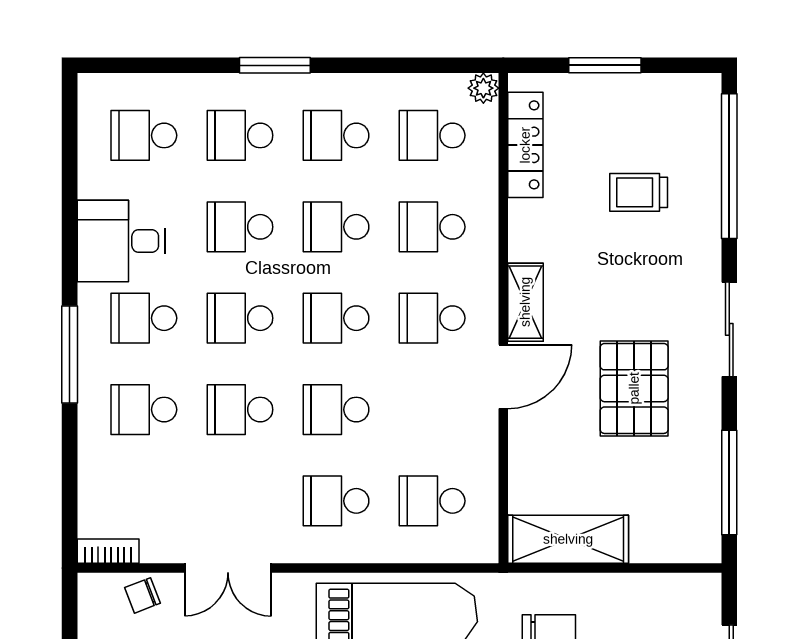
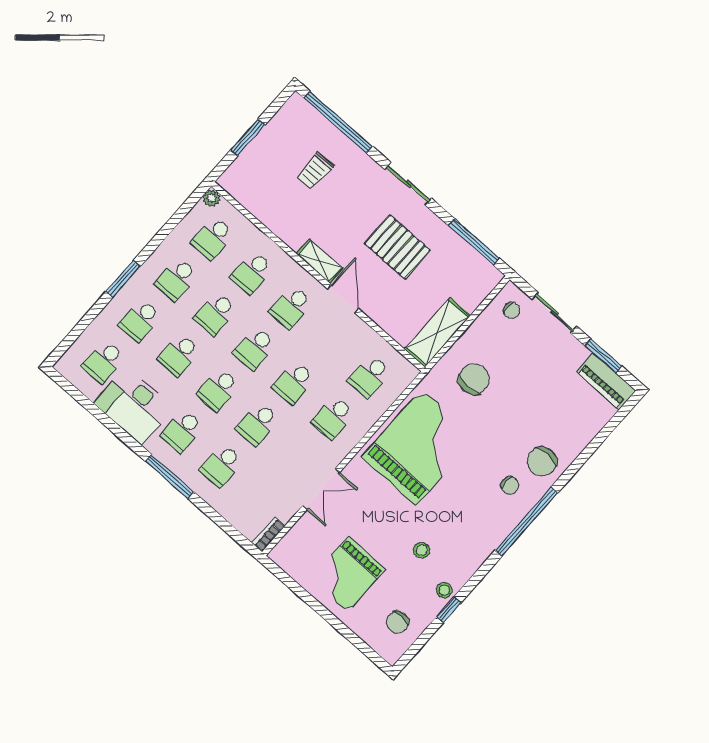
locker: (525, 145) -> (252, 202), removed
desk: (121, 241) -> (134, 406), width x1.37
chair: (142, 595) -> (511, 310), moved, turned -69

